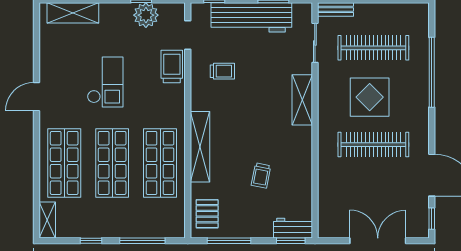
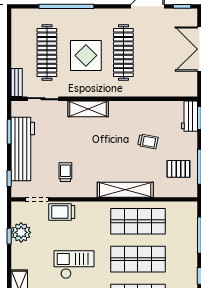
pallet: (207, 214) -> (178, 169), moved

